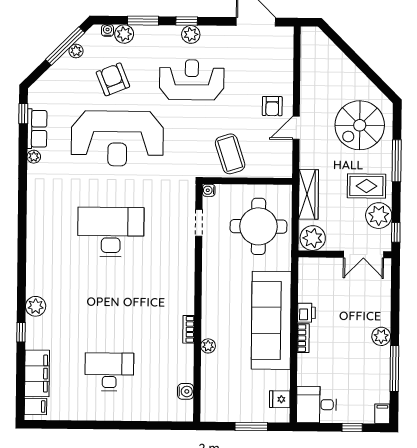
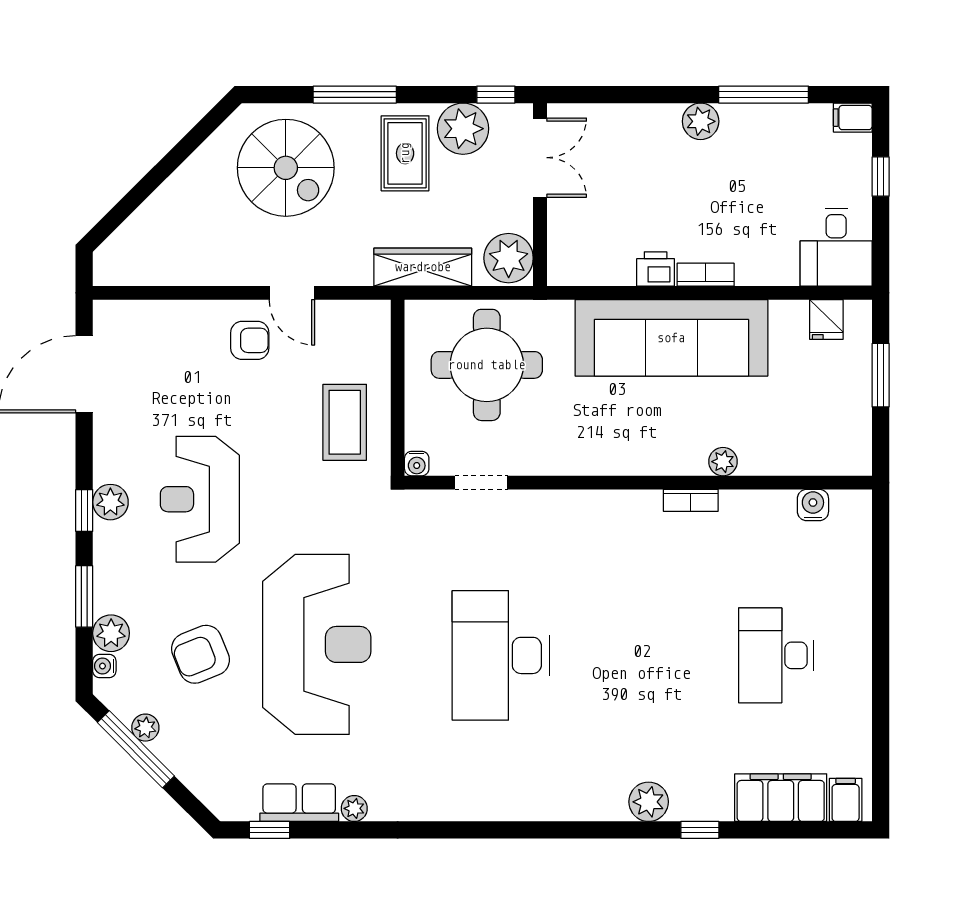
coffee table: (230, 154) -> (345, 422), turned -72

